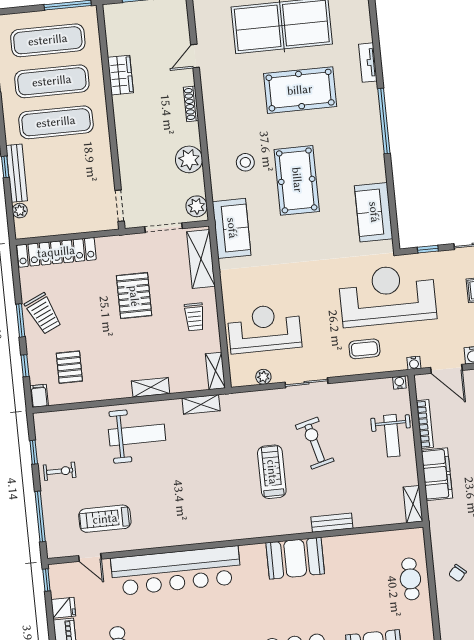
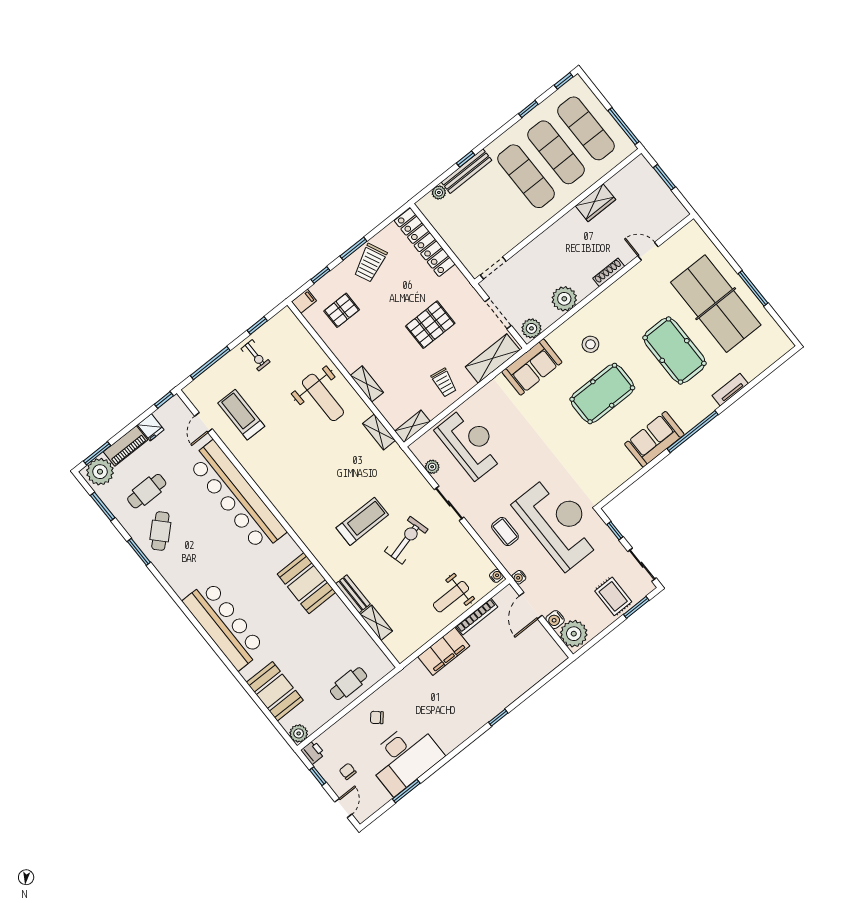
sofa: (374, 212) -> (654, 439), moved
trolley: (194, 317) -> (444, 383), turned -81
shelving: (413, 504) -> (376, 623), moved, turned 90

